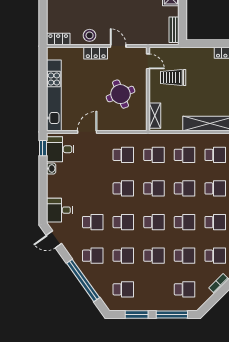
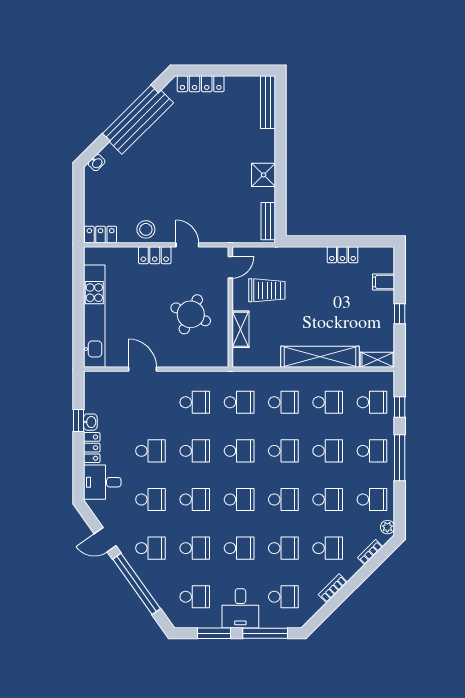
door: (148, 61) -> (230, 267), hinge flipped
trolley: (173, 77) -> (267, 290), turned 180
round table: (121, 94) -> (191, 314), turned 45
shelving: (155, 116) -> (240, 329), moved
door: (87, 132) -> (142, 369), hinge flipped
window: (43, 148) -> (79, 420), moved
desk: (60, 149) -> (240, 608), moved, turned -90
locker: (52, 186) -> (92, 448), added
school desk: (93, 188) -> (151, 451), added
door: (54, 239) -> (105, 540), moved

